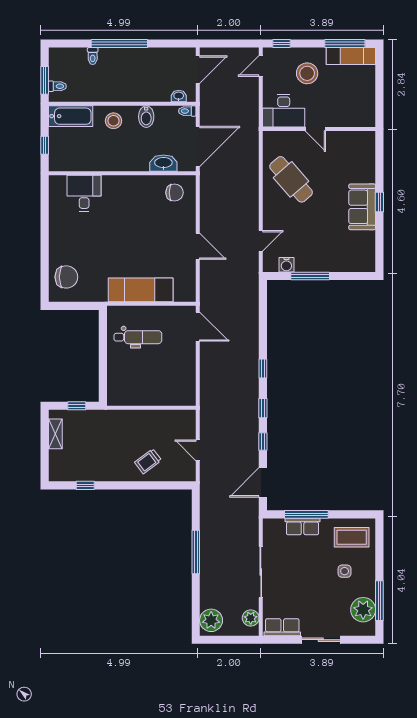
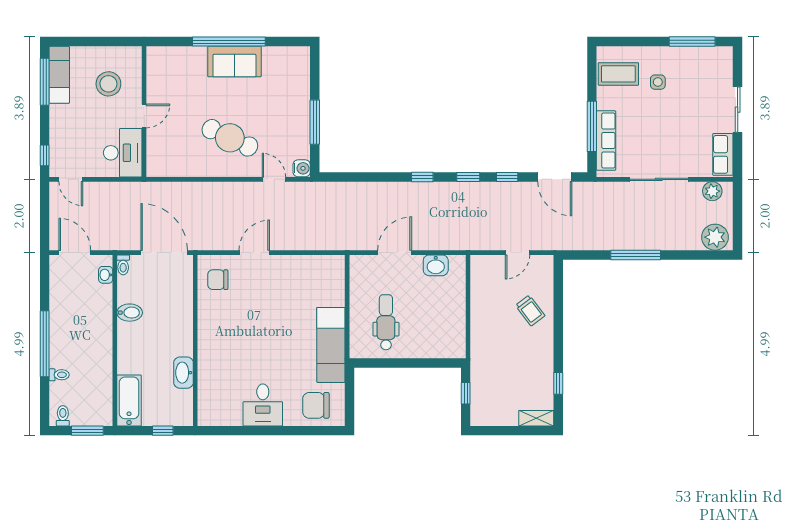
stool: (307, 73) -> (108, 84), moved
toilet: (57, 86) -> (63, 416), moved
stool: (113, 121) -> (134, 351), removed
washbasin: (163, 163) -> (184, 373), moved
cafe table: (291, 179) -> (230, 138), moved, turned 66
desk: (84, 193) -> (263, 405), moved, turned -90
chair: (175, 193) -> (218, 280), turned -90
window: (379, 202) -> (229, 42), width x3.17
door: (198, 246) -> (254, 253), moved
water cooler: (286, 265) -> (302, 168), moved
chair: (66, 277) -> (316, 405), turned -90
exam couch: (141, 290) -> (331, 345), moved
door: (198, 327) -> (395, 253), moved
washbasin: (187, 380) -> (436, 265), added
shelving: (55, 434) -> (536, 418), moved
row of seats: (303, 527) -> (606, 141), width x1.48
coffee table: (352, 537) -> (618, 74), turned 90
plant: (363, 610) -> (703, 60), removed

